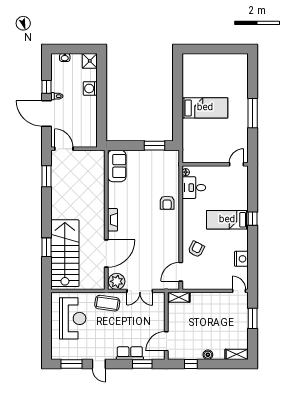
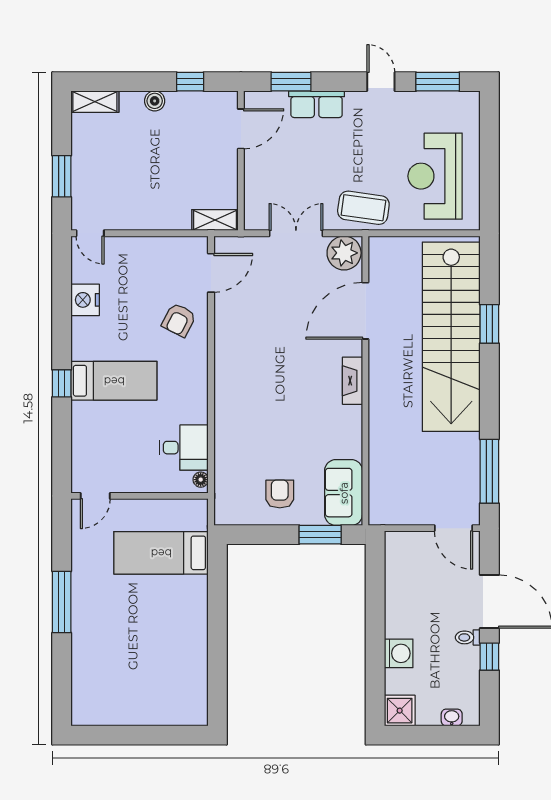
bed: (205, 108) -> (161, 553), moved
window: (154, 146) -> (320, 535), moved
window: (47, 176) -> (489, 471), width x1.44
armchair: (167, 203) -> (280, 494), moved
stairs: (65, 253) -> (451, 337), width x1.36

